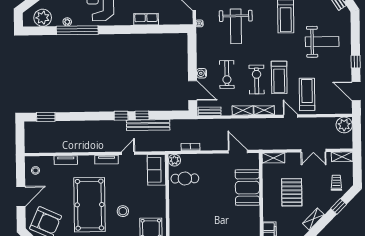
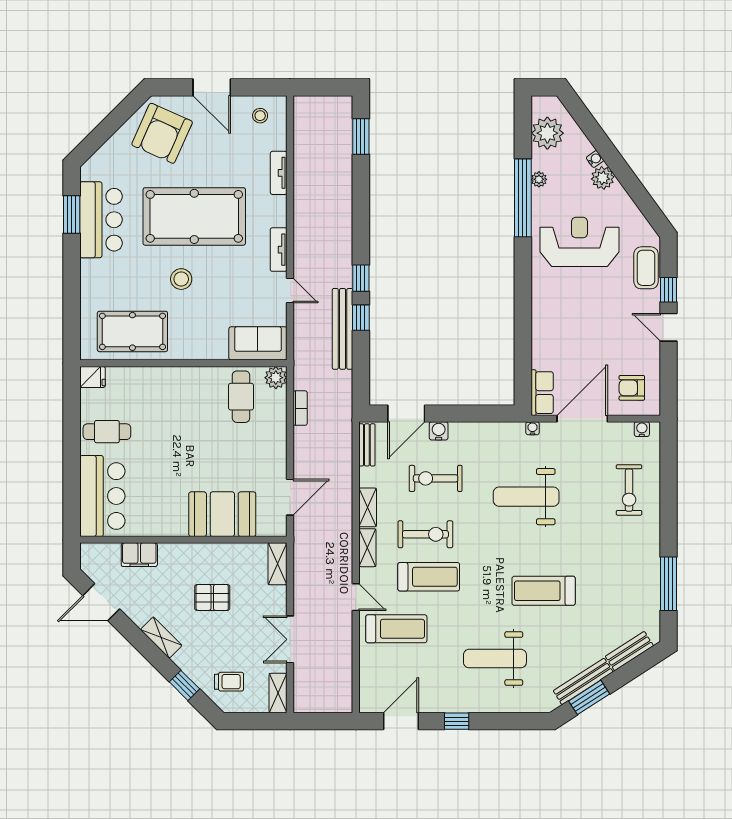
row of seats: (146, 19) -> (542, 393), moved
weight bench: (322, 42) -> (495, 659), turned 90
treadmill: (279, 77) -> (429, 577), turned 180
door: (290, 116) -> (356, 597), hinge flipped
plant: (344, 125) -> (338, 698), removed
pallet: (292, 192) -> (212, 597), width x0.67, depth x0.71

